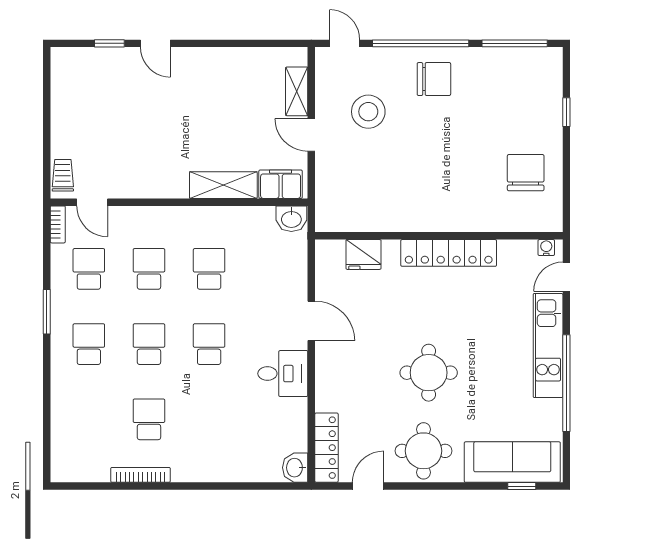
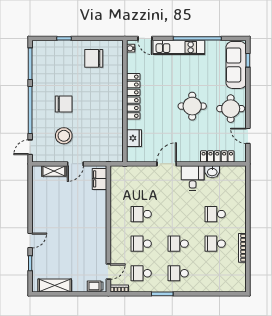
chair: (434, 79) -> (64, 104), moved, turned 90
shelving: (223, 185) -> (55, 286), moved, turned 90
washbasin: (291, 219) -> (116, 174), removed
school desk: (209, 344) -> (215, 214), moved
locker: (326, 448) -> (217, 156), moved
washbasin: (295, 468) -> (212, 172), moved

